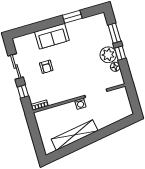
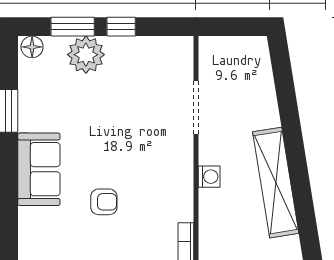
plant: (108, 55) -> (86, 55), moved
floor lamp: (115, 67) -> (32, 47), moved
washing machine: (80, 104) -> (209, 177), moved

